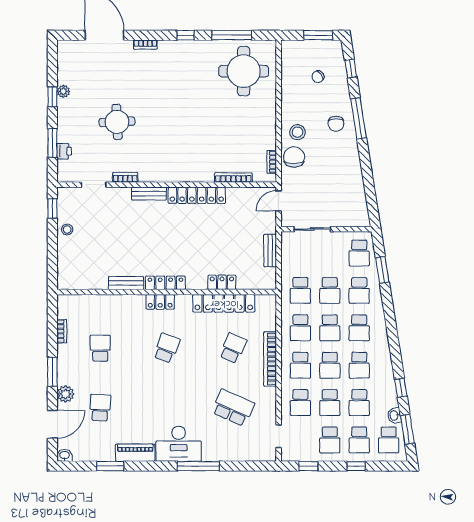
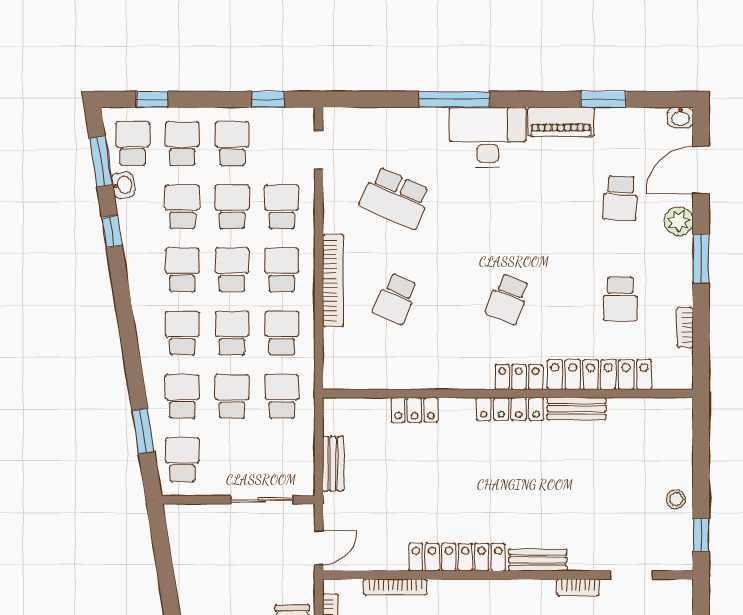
locker: (224, 303) -> (599, 375), moved
window: (356, 466) -> (152, 99), moved

